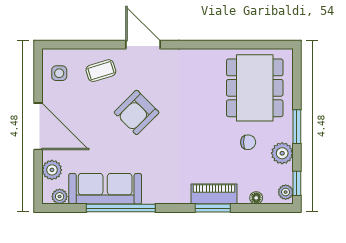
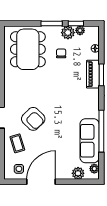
dining table: (255, 88) -> (28, 49), turned 90
armchair: (137, 112) -> (33, 119), moved
door: (38, 126) -> (41, 182), moved
window: (297, 183) -> (76, 24), moved
plant: (286, 192) -> (80, 30), moved

